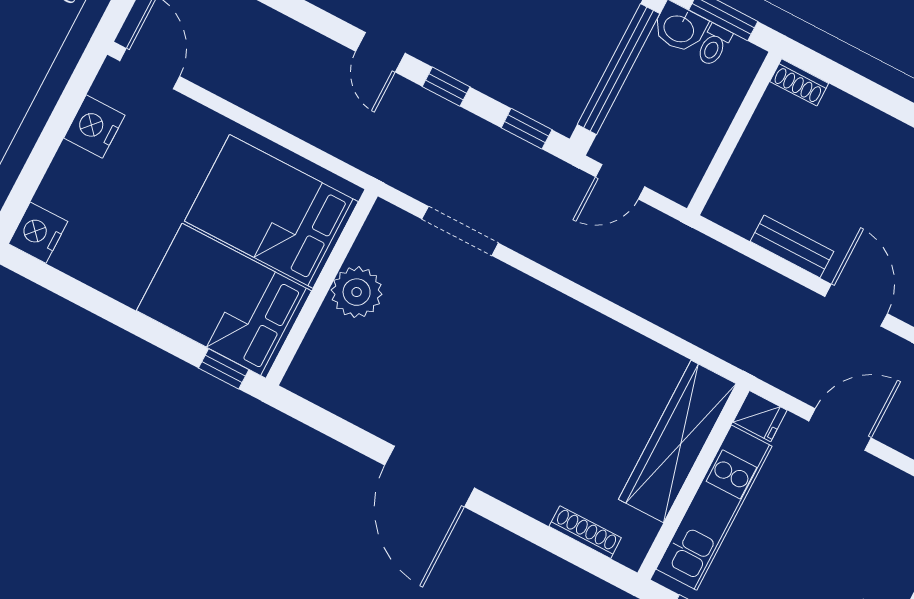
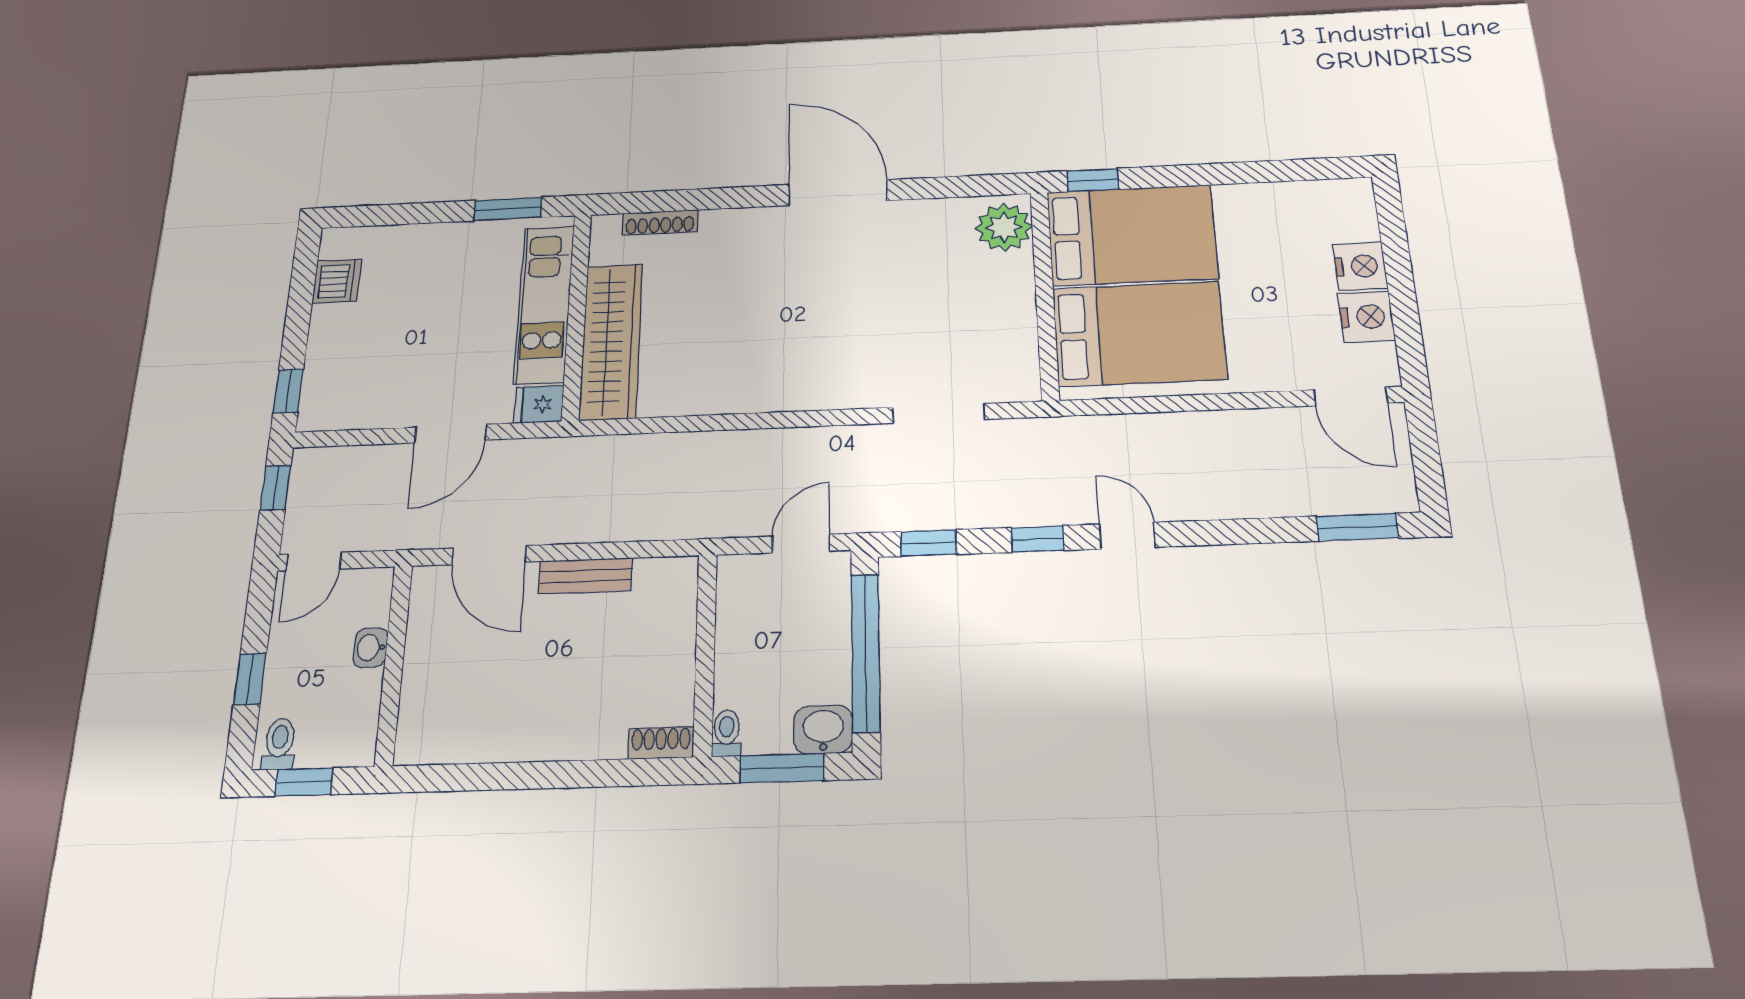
toilet: (714, 45) -> (727, 733), moved
nightstand: (38, 233) -> (1360, 266), moved
plant: (357, 292) -> (1004, 227), moved

